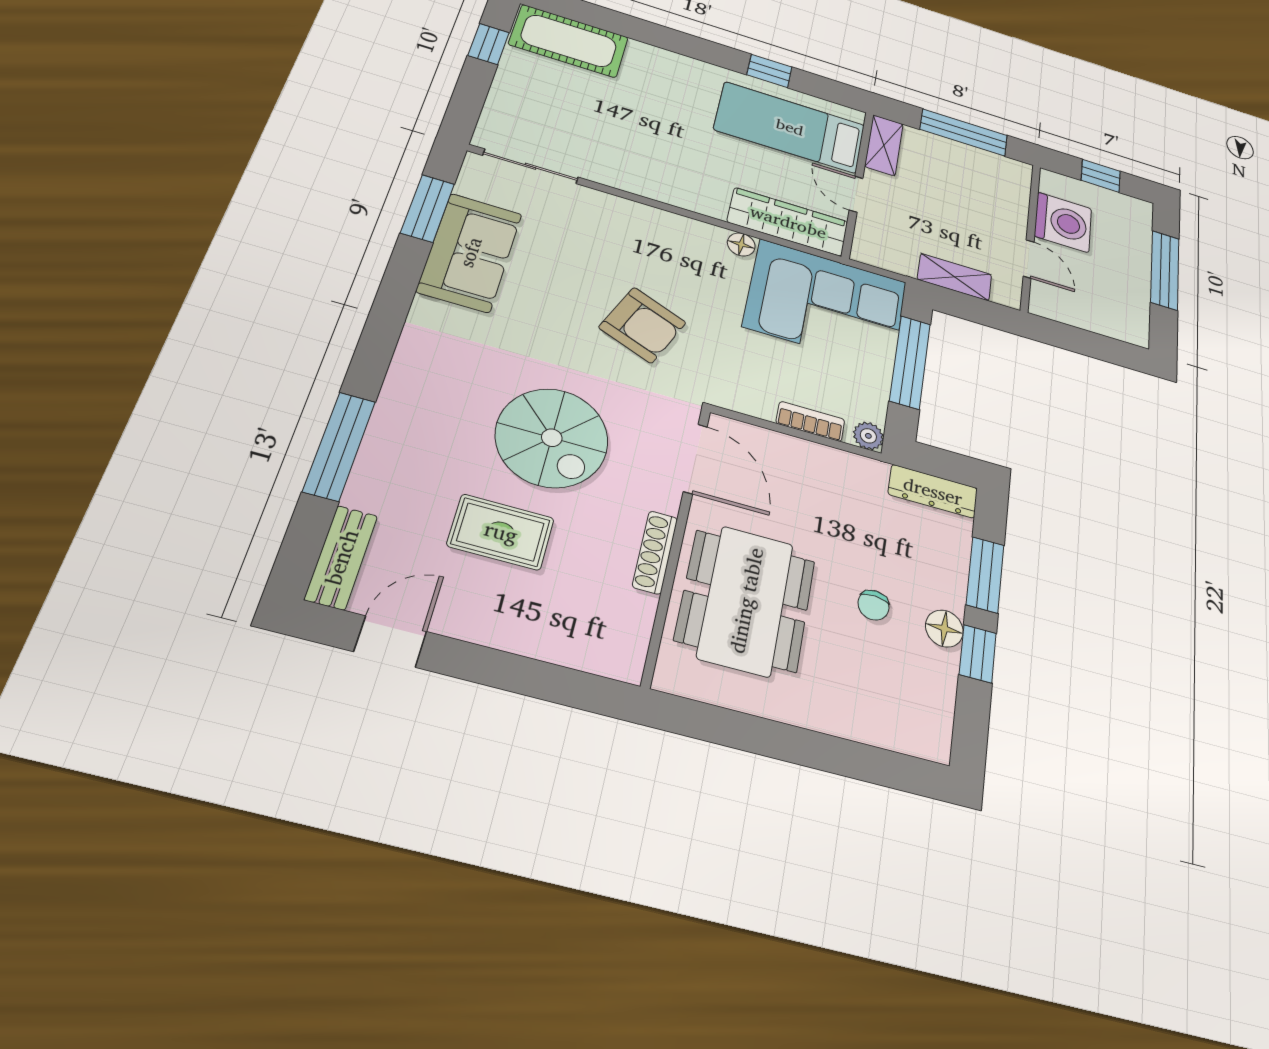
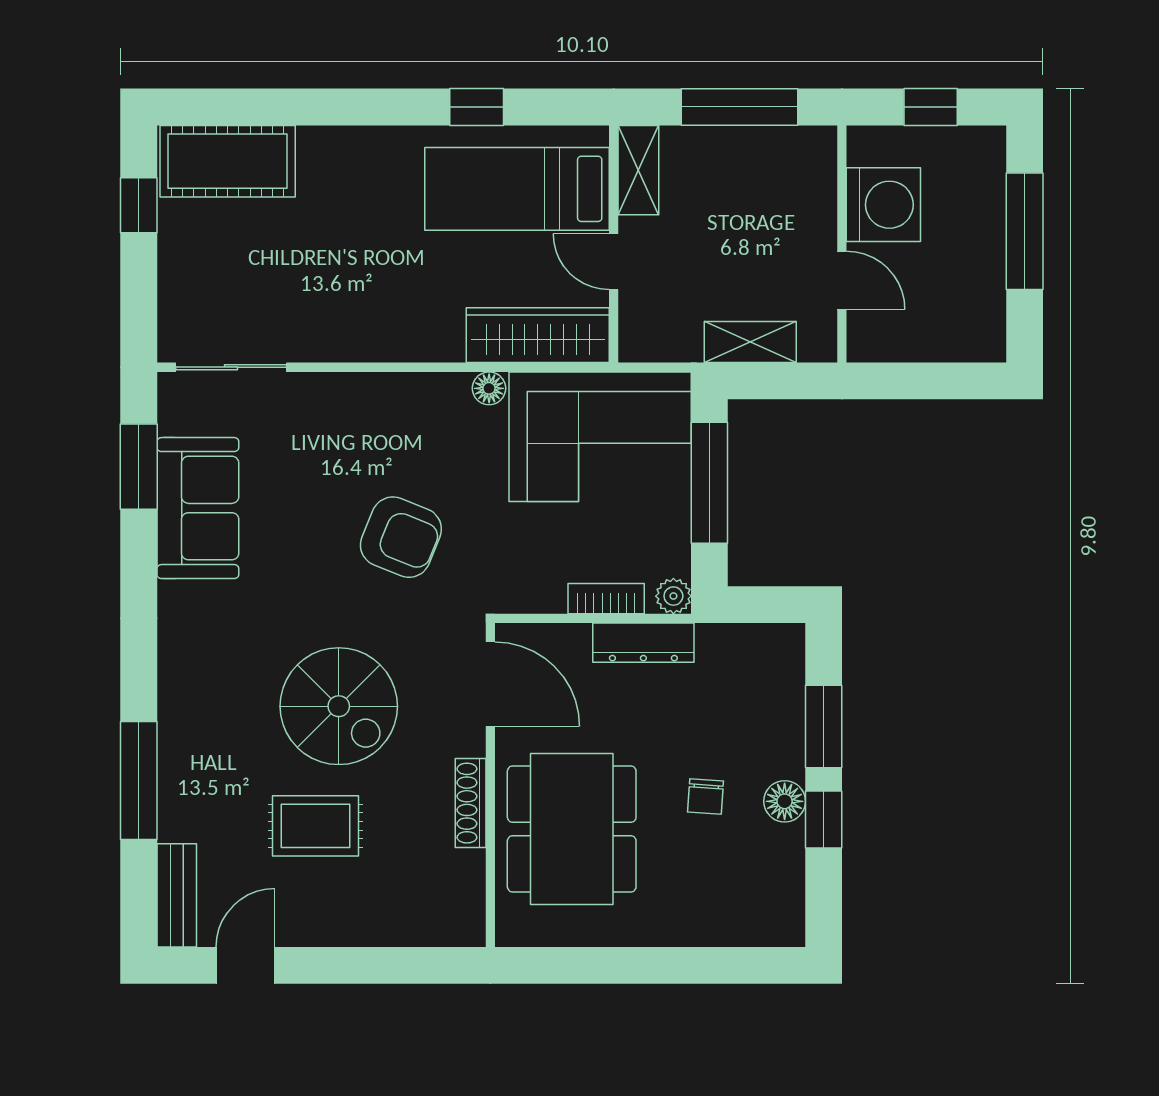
dresser: (933, 491) -> (643, 643), moved

